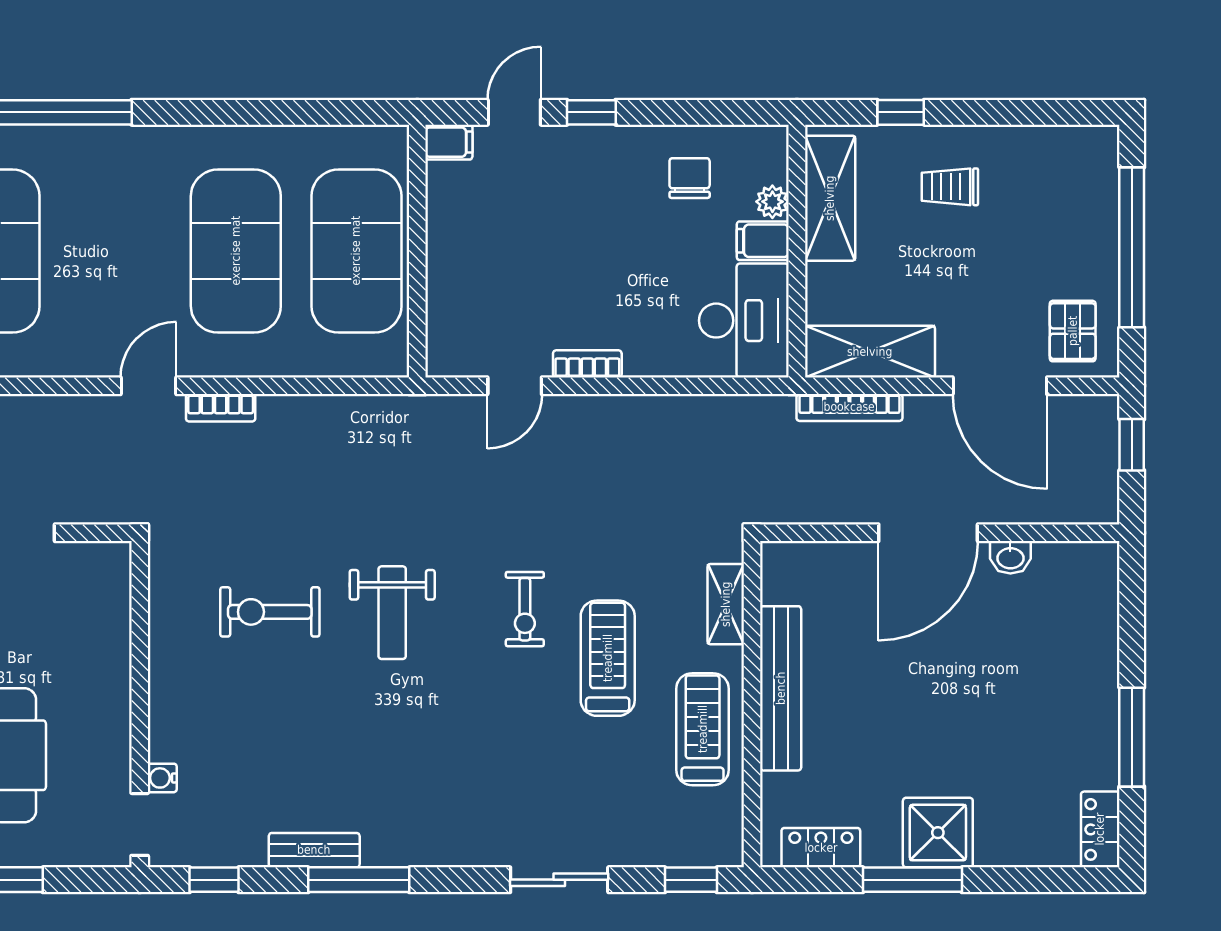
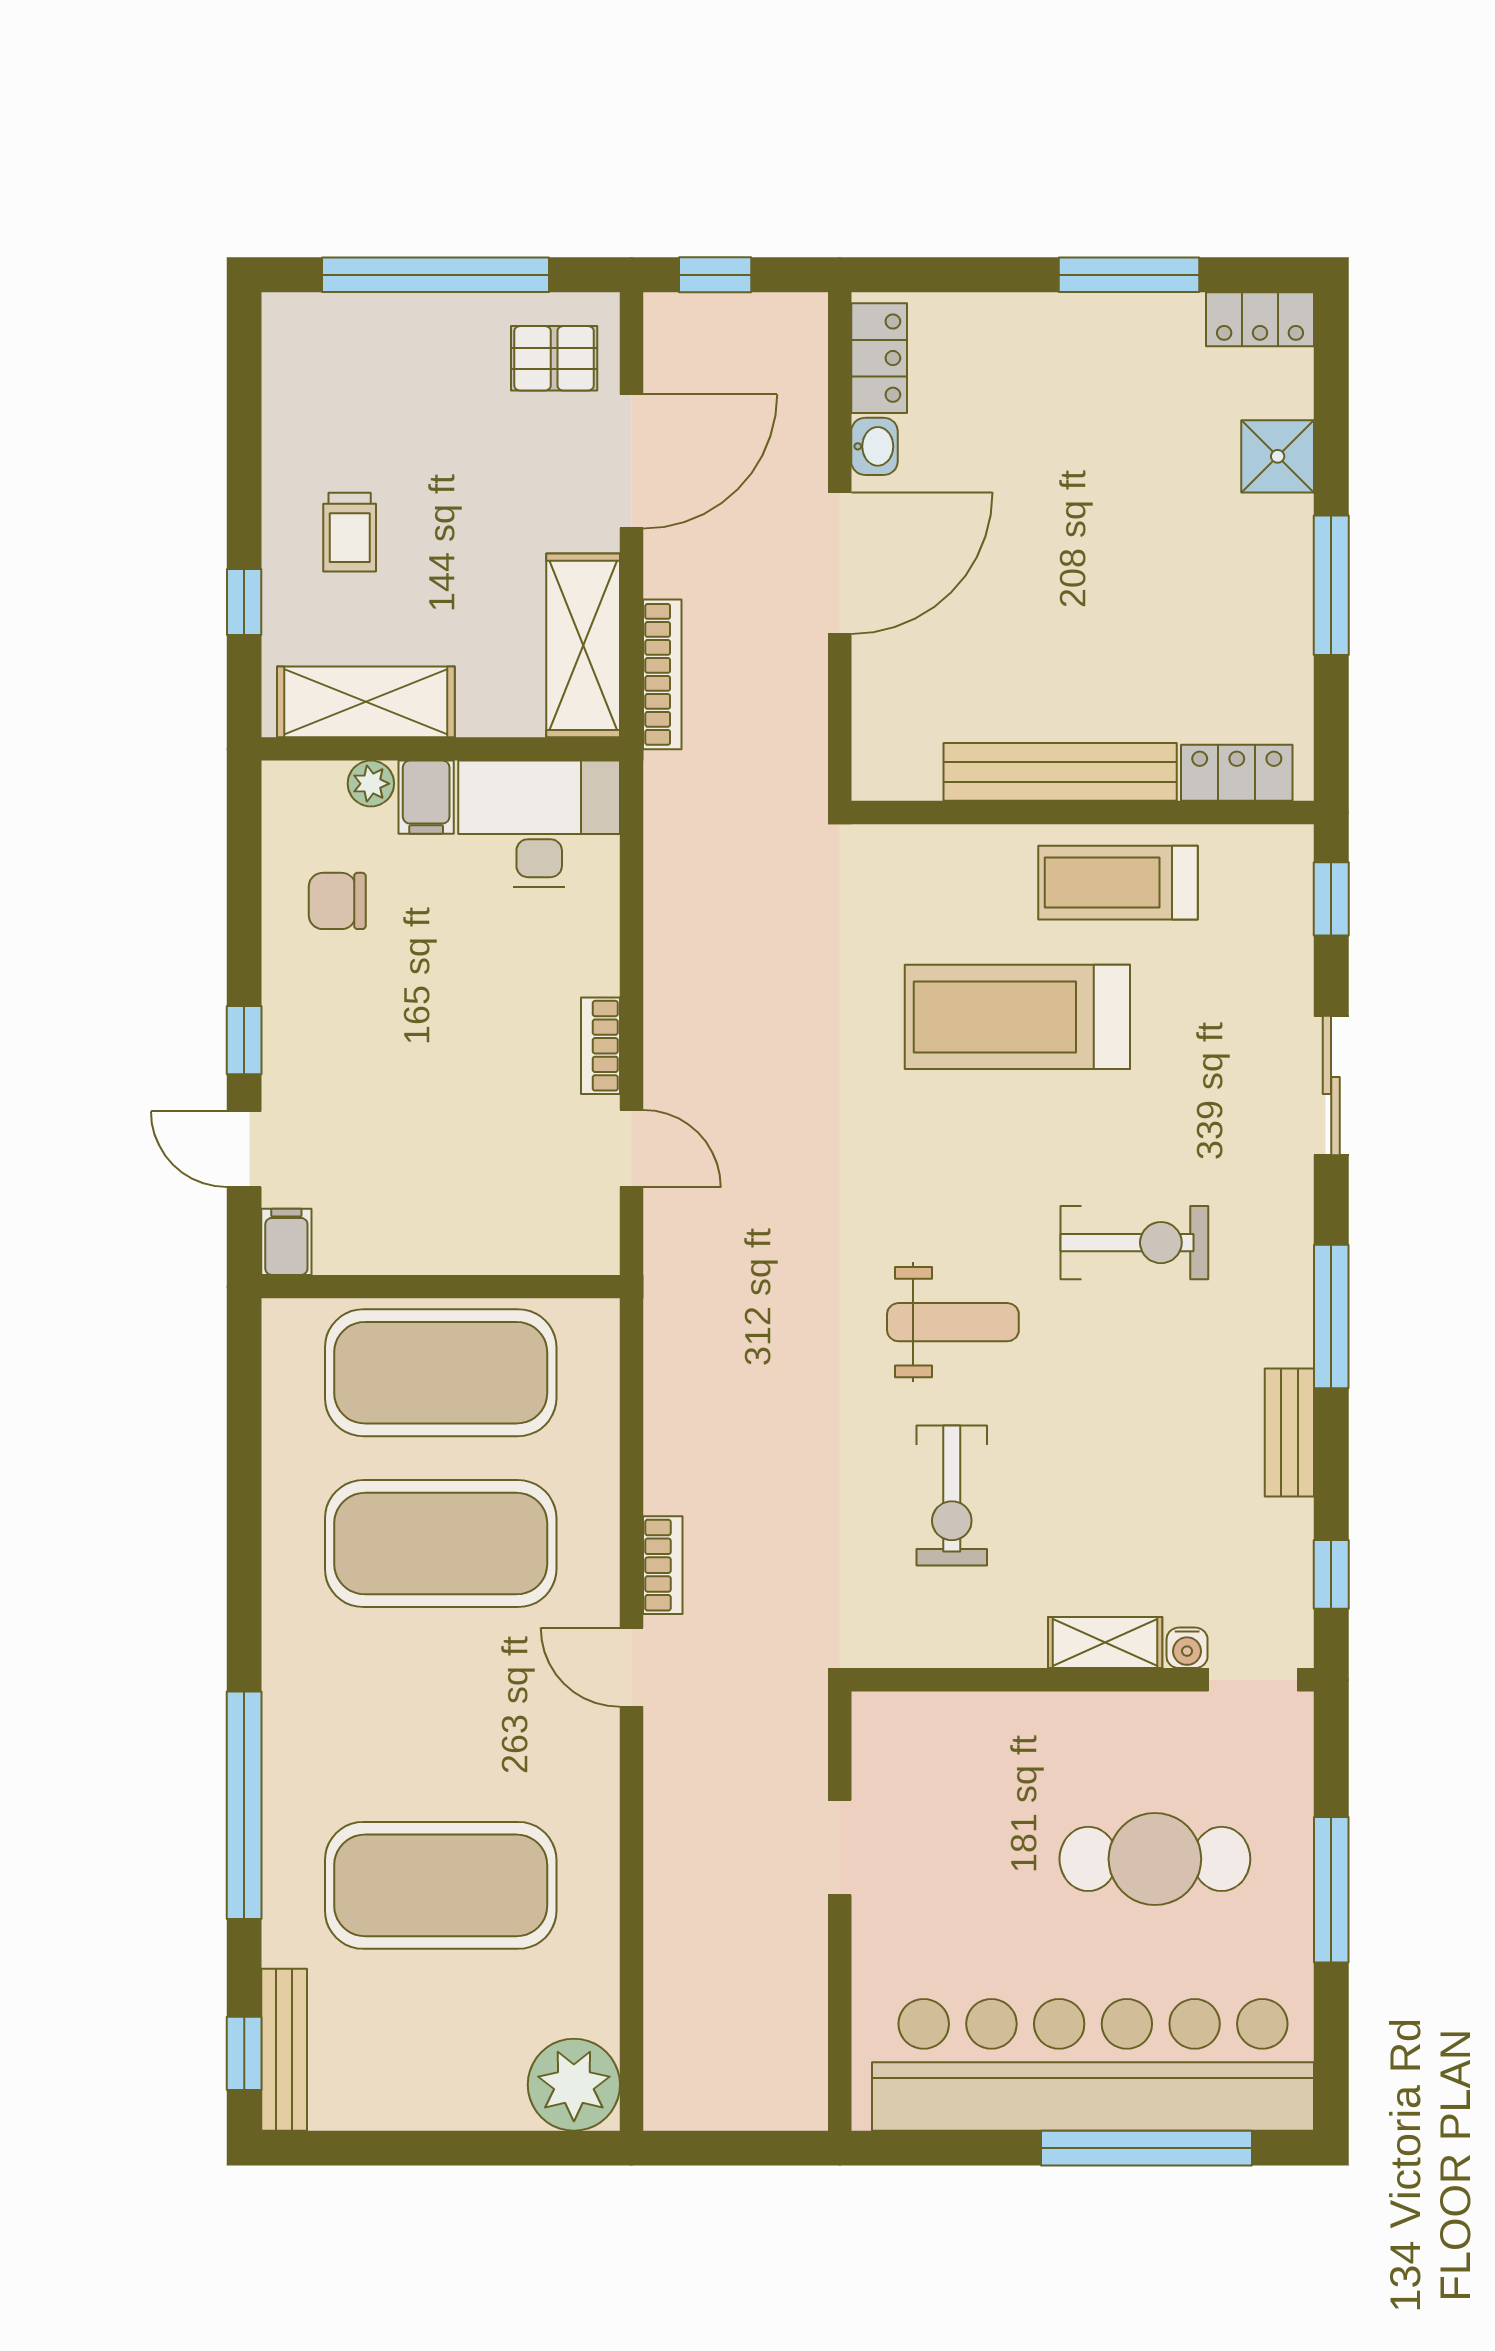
door: (928, 533) -> (840, 563), hinge flipped
locker: (1073, 560) -> (879, 358), added
shelving: (726, 604) -> (1105, 1643), moved
exercise bike: (525, 609) -> (1134, 1243), moved, width x1.38, depth x1.39
treadmill: (608, 658) -> (1017, 1017), width x1.37, depth x1.38
shower: (938, 833) -> (1278, 456), moved, width x0.73, depth x0.73
locker: (821, 848) -> (1237, 773), moved, turned 90
window: (359, 880) -> (1331, 1317), moved

